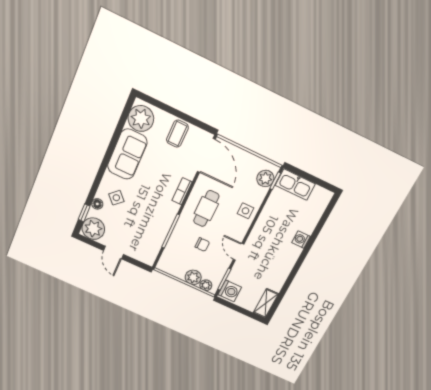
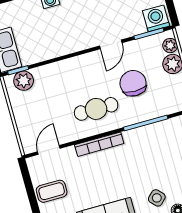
door: (206, 156) -> (49, 150), width x0.53
bookcase: (182, 191) -> (99, 144), width x1.56
side table: (246, 211) -> (67, 72), removed
chair: (202, 245) -> (133, 83), width x1.87, depth x1.87

